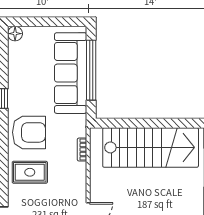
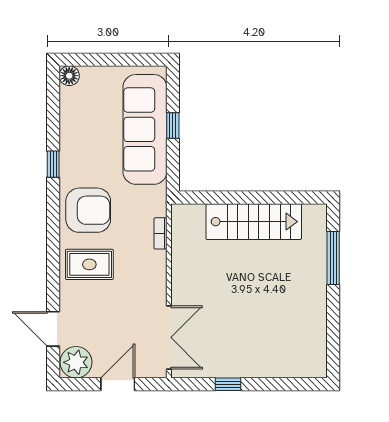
window: (91, 70) -> (173, 125), width x0.32
stairs: (151, 147) -> (254, 222), width x0.73, depth x0.66

